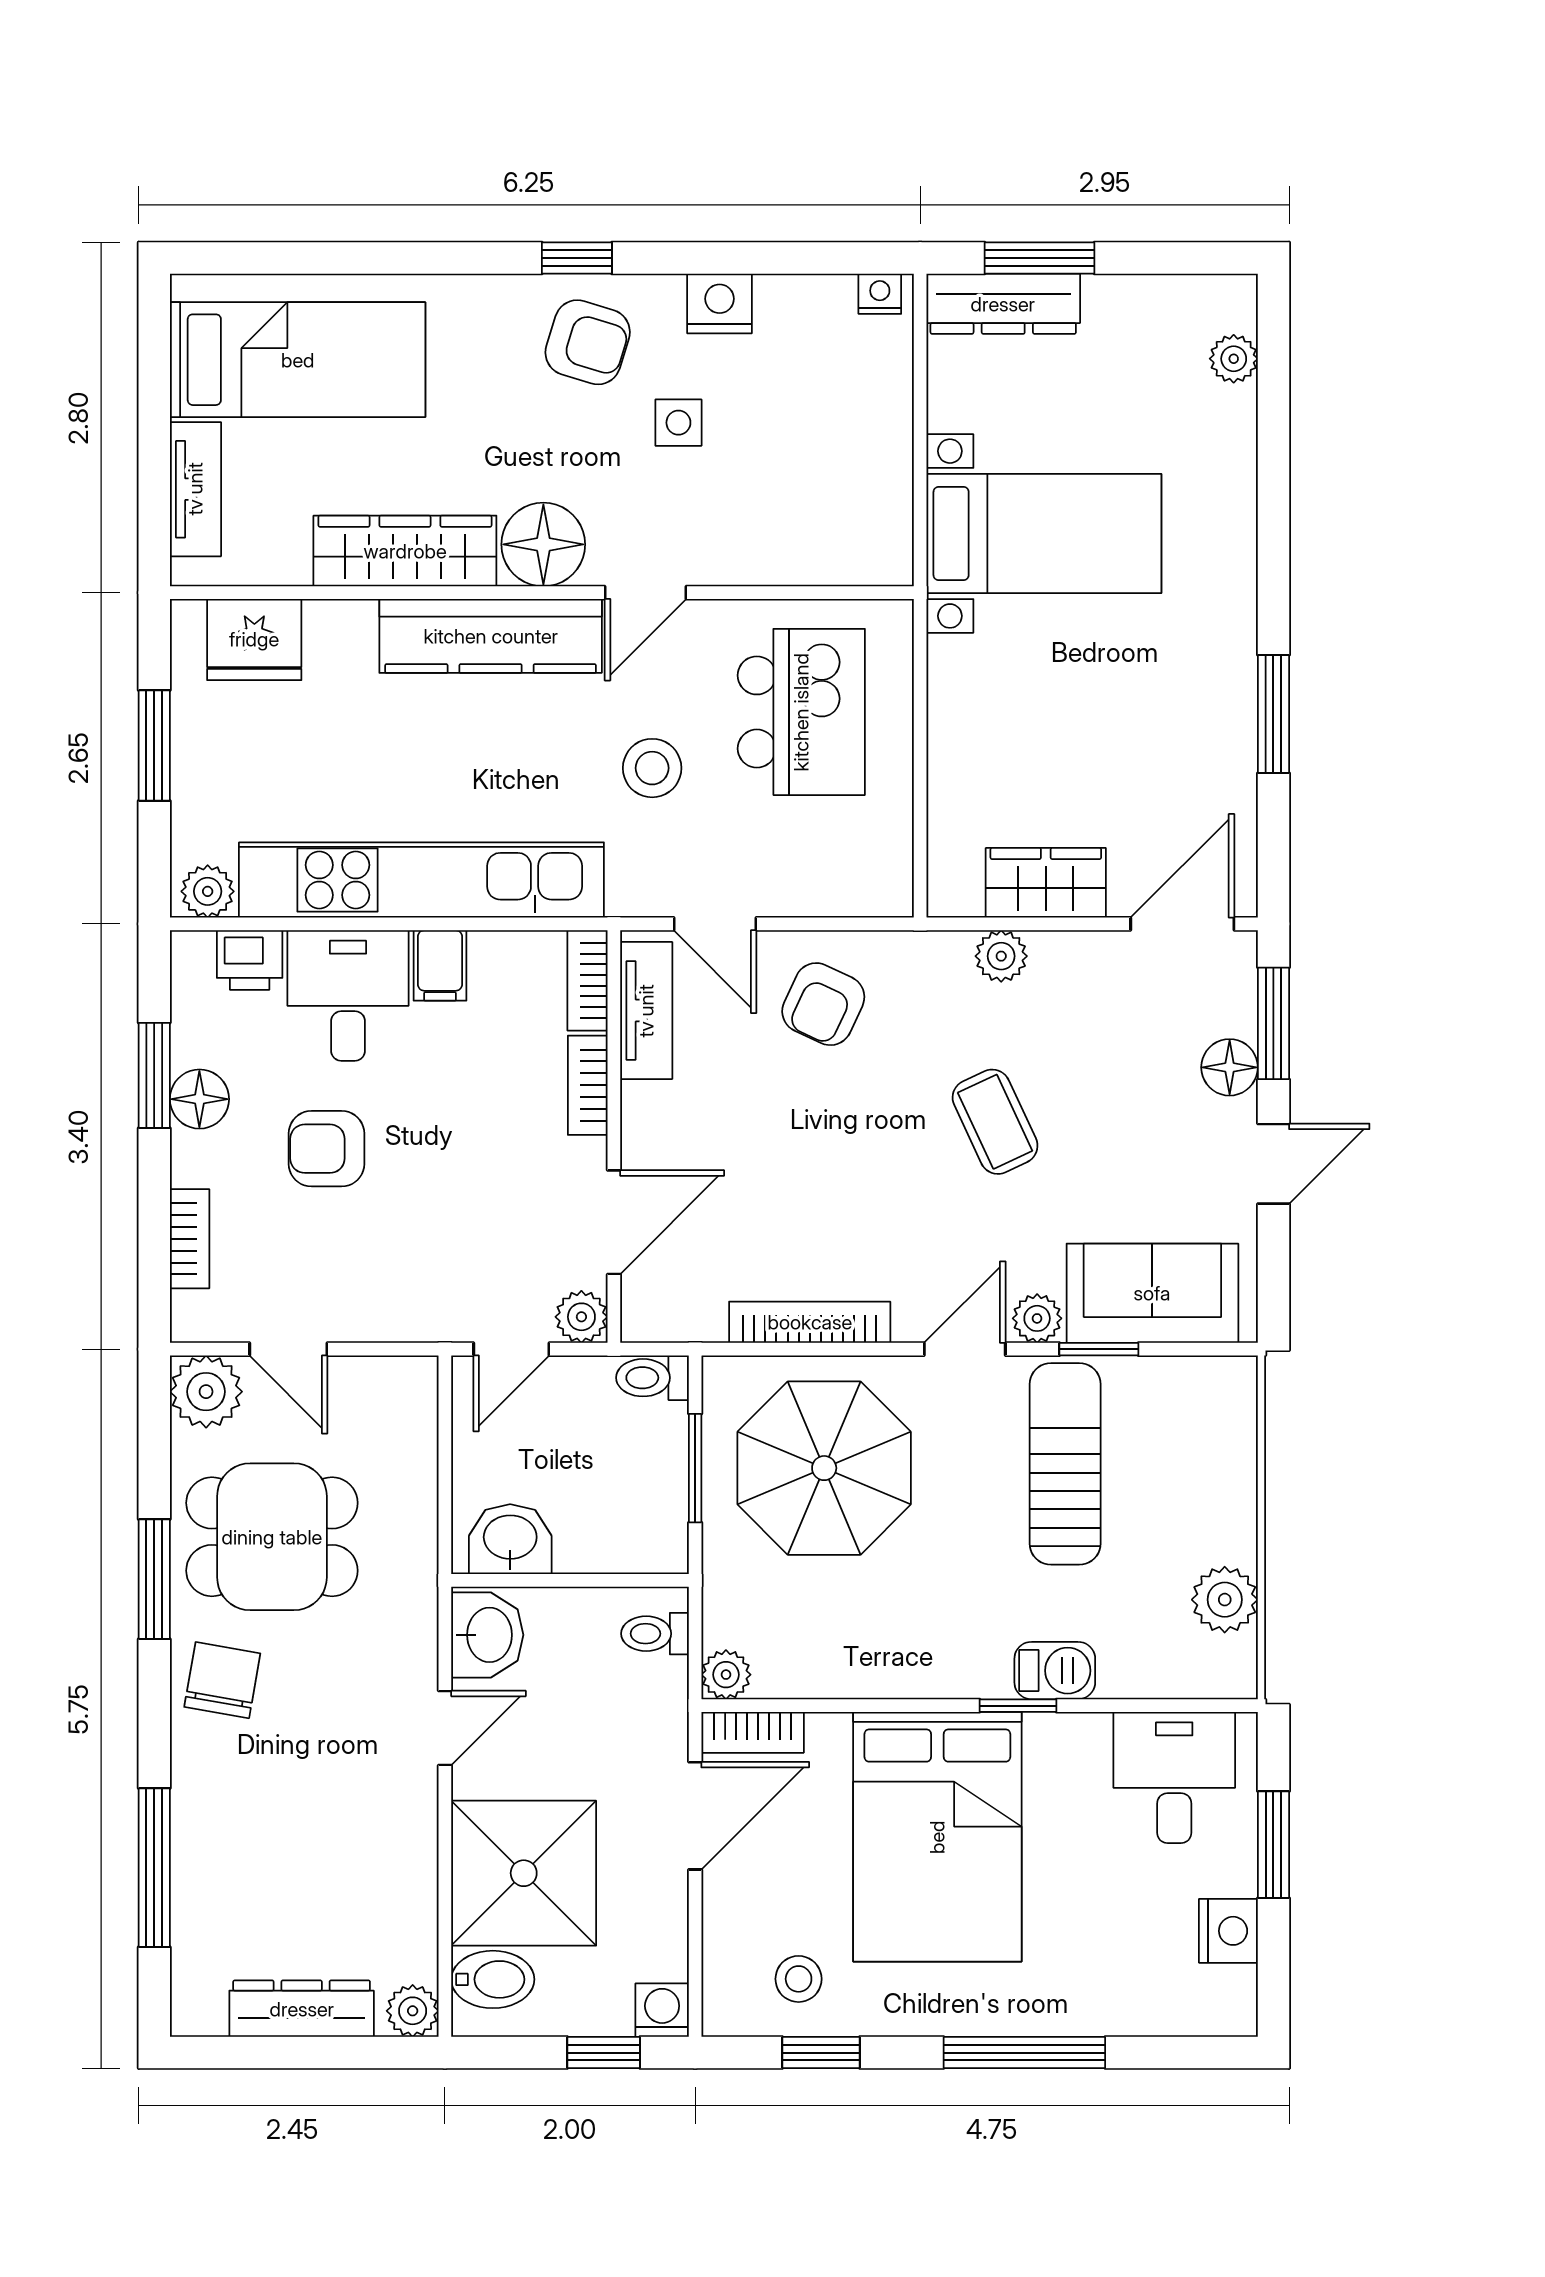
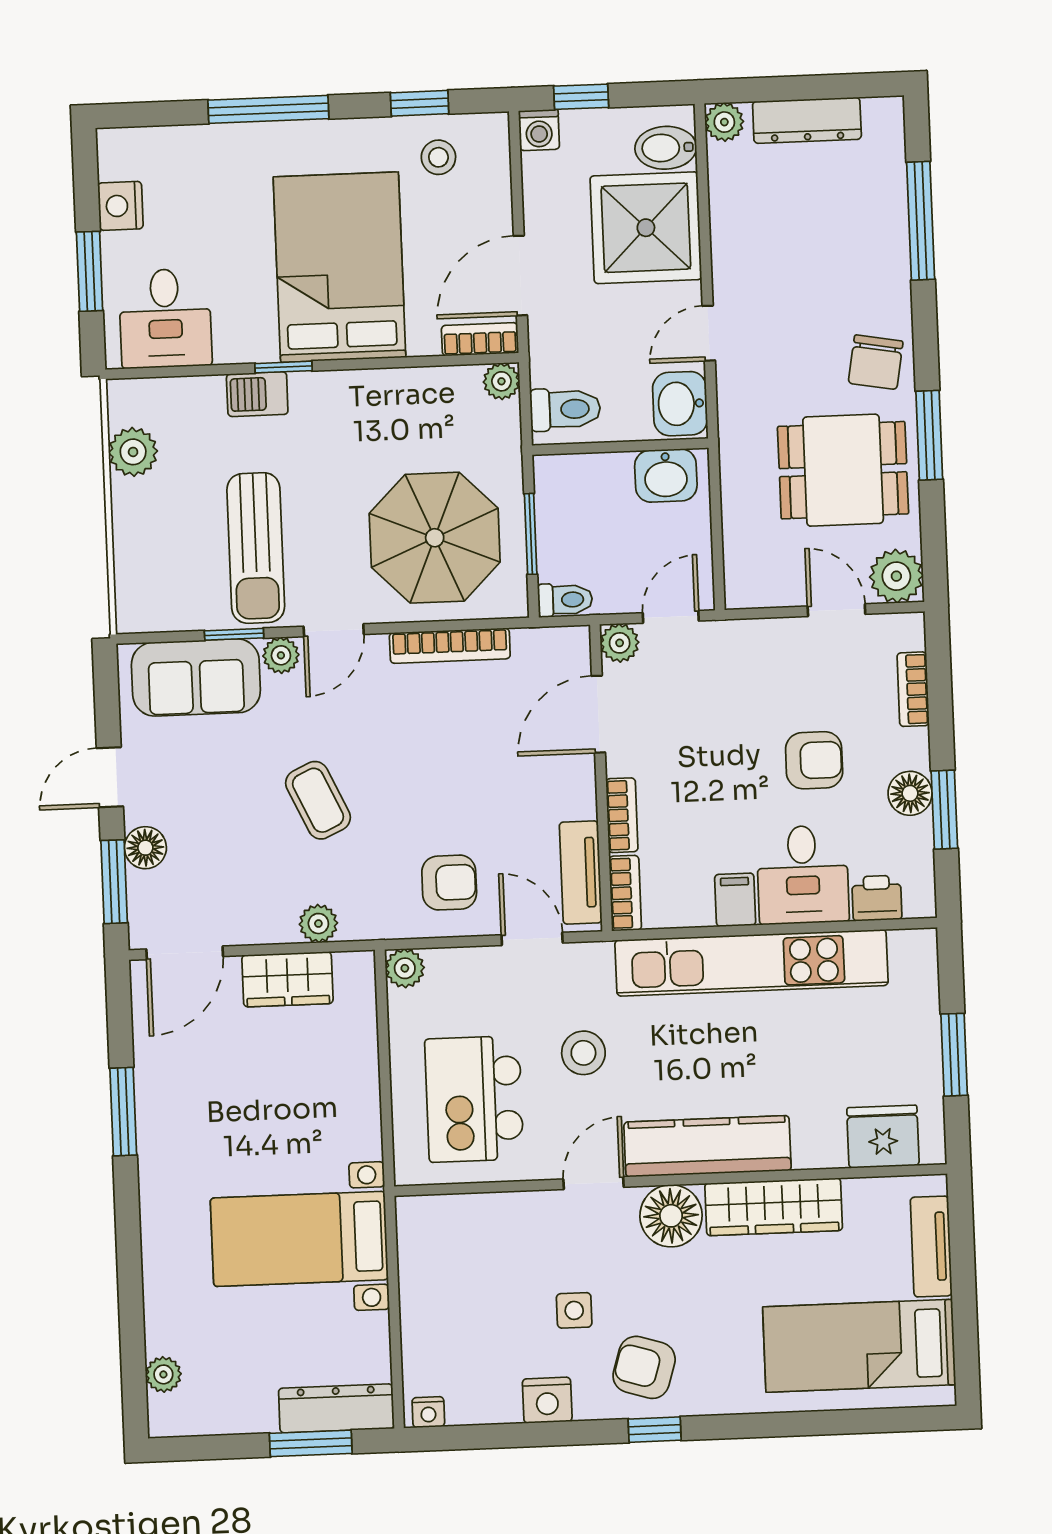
plant: (208, 891) -> (405, 968), moved
armchair: (823, 1004) -> (449, 883), turned 65
toilet: (655, 1634) -> (565, 409), width x1.37, depth x1.39

